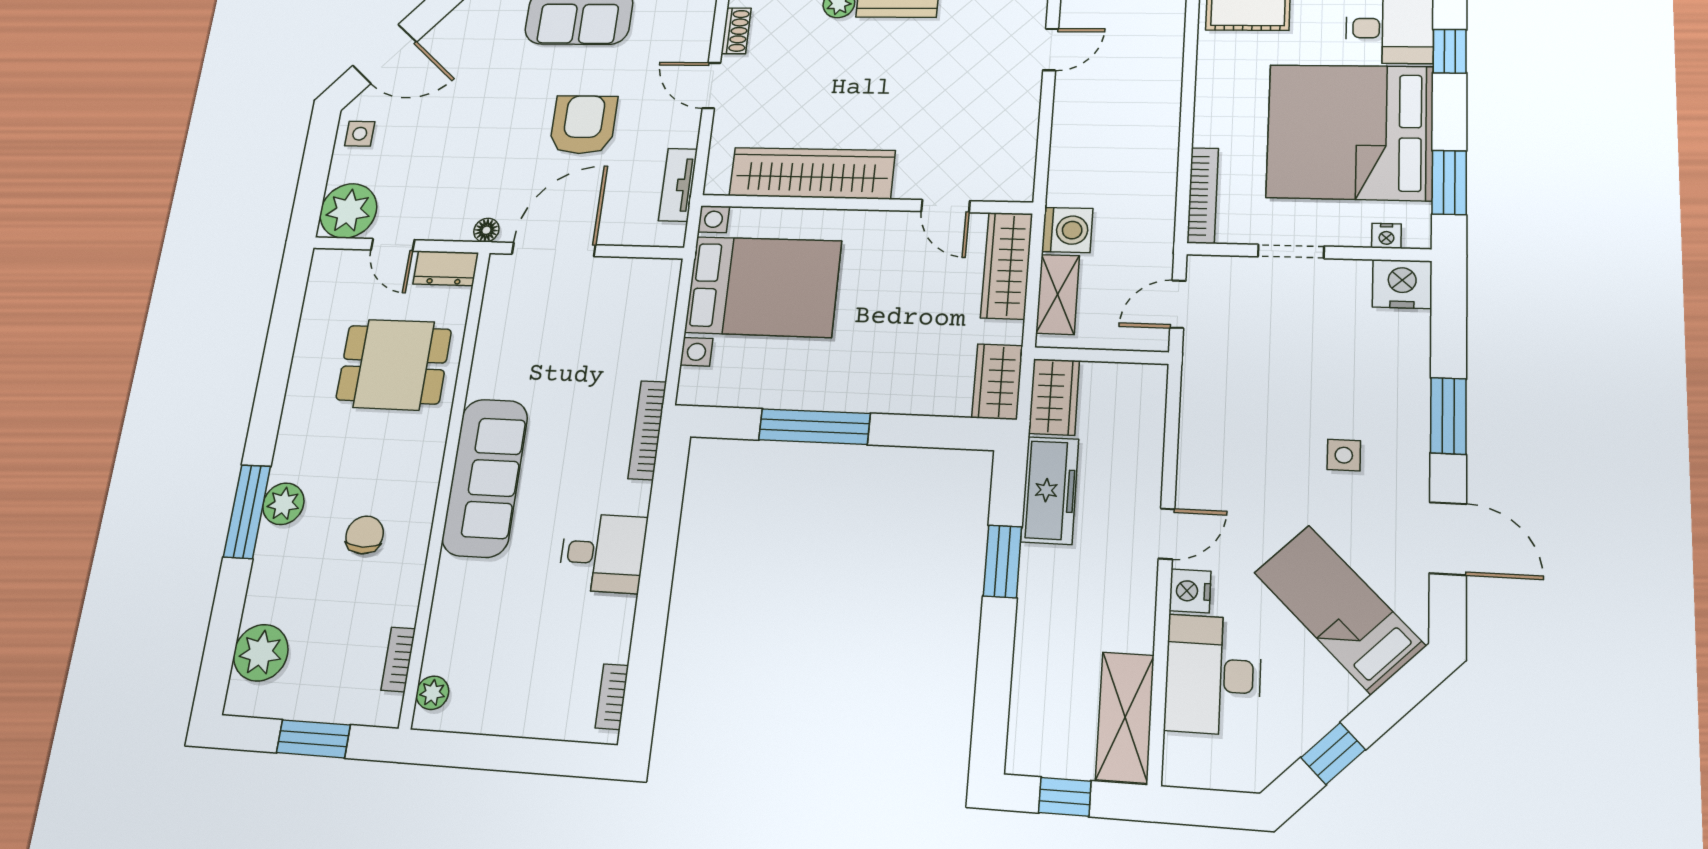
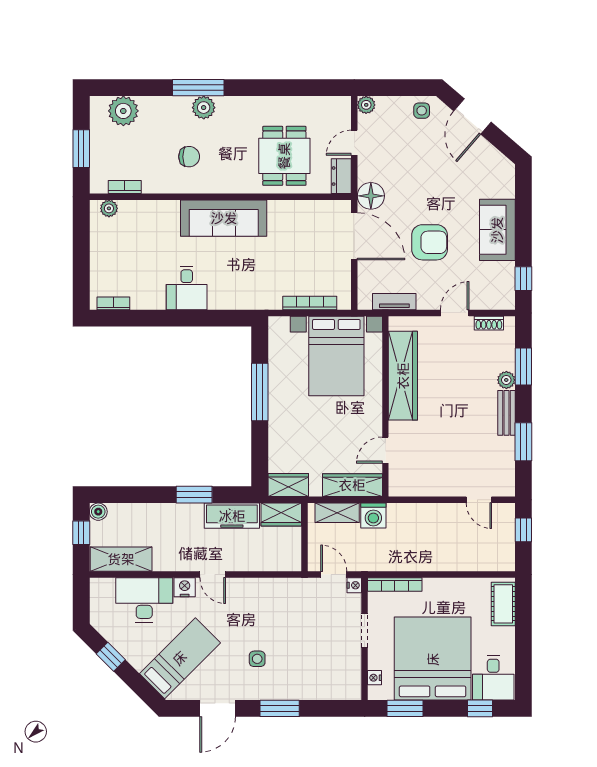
plant: (348, 211) -> (366, 105), width x0.53, depth x0.53
floor lamp: (486, 230) -> (371, 196), width x1.89, depth x1.89
nightstand: (1402, 284) -> (354, 585), moved, width x0.53, depth x0.56
bookcase: (647, 430) -> (310, 303), moved
boiler: (1023, 758) -> (98, 512), added

